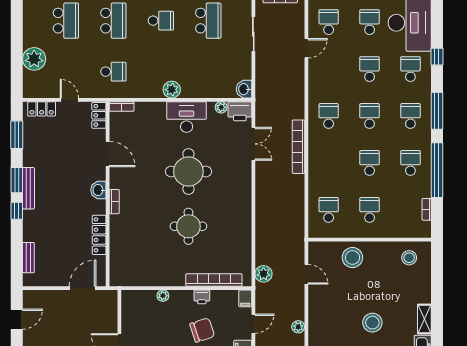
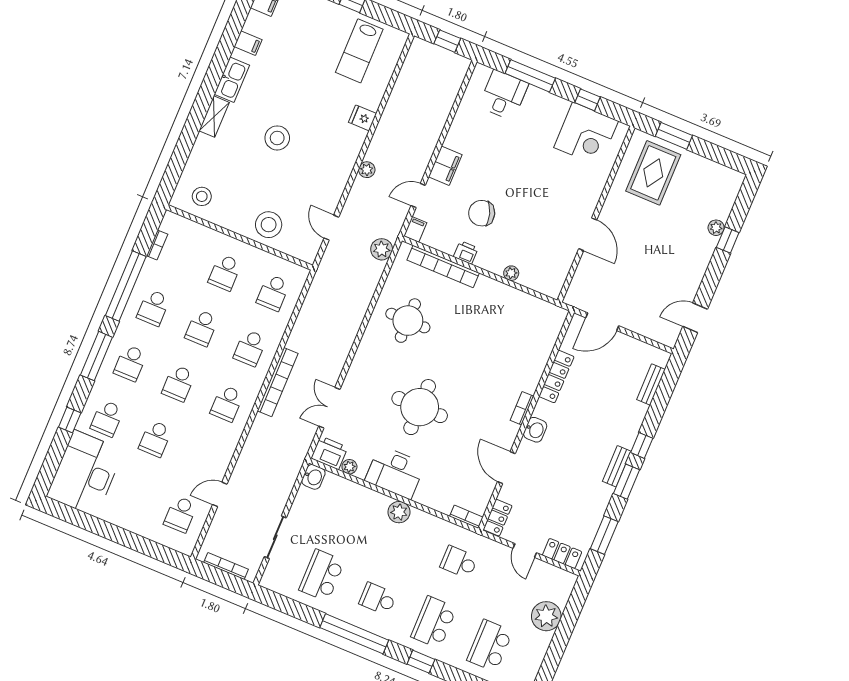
school desk: (370, 22) -> (250, 348), moved
bench: (28, 188) -> (617, 466), width x0.73
round table: (188, 226) -> (408, 321), moved

